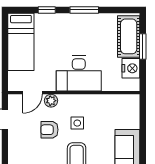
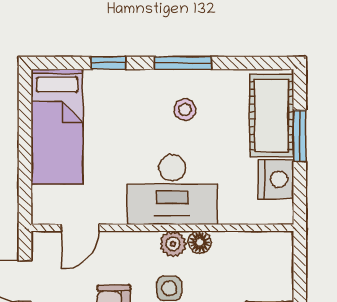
stool: (85, 33) -> (185, 110), added
floor lamp: (93, 100) -> (200, 242), added
plant: (51, 101) -> (173, 244), moved

